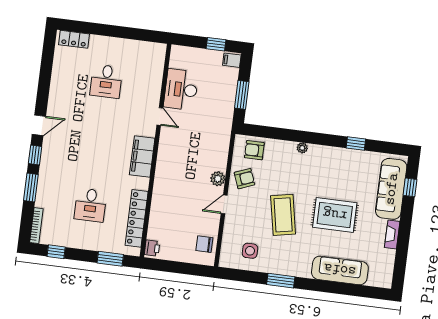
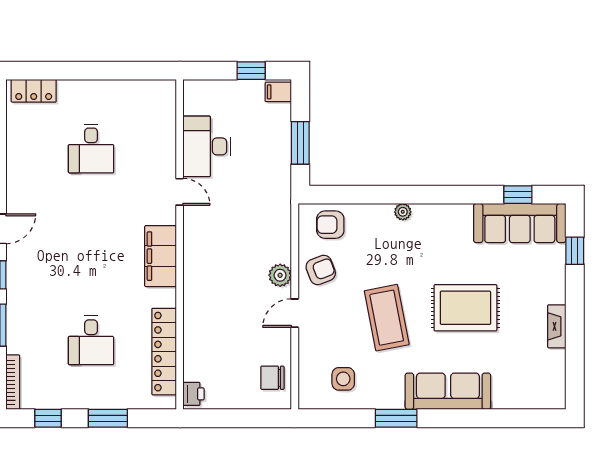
window: (356, 143) -> (518, 195), moved
sofa: (391, 189) -> (520, 223), moved, turned -90
window: (110, 259) -> (108, 418), moved
sofa: (340, 270) -> (448, 391), moved

